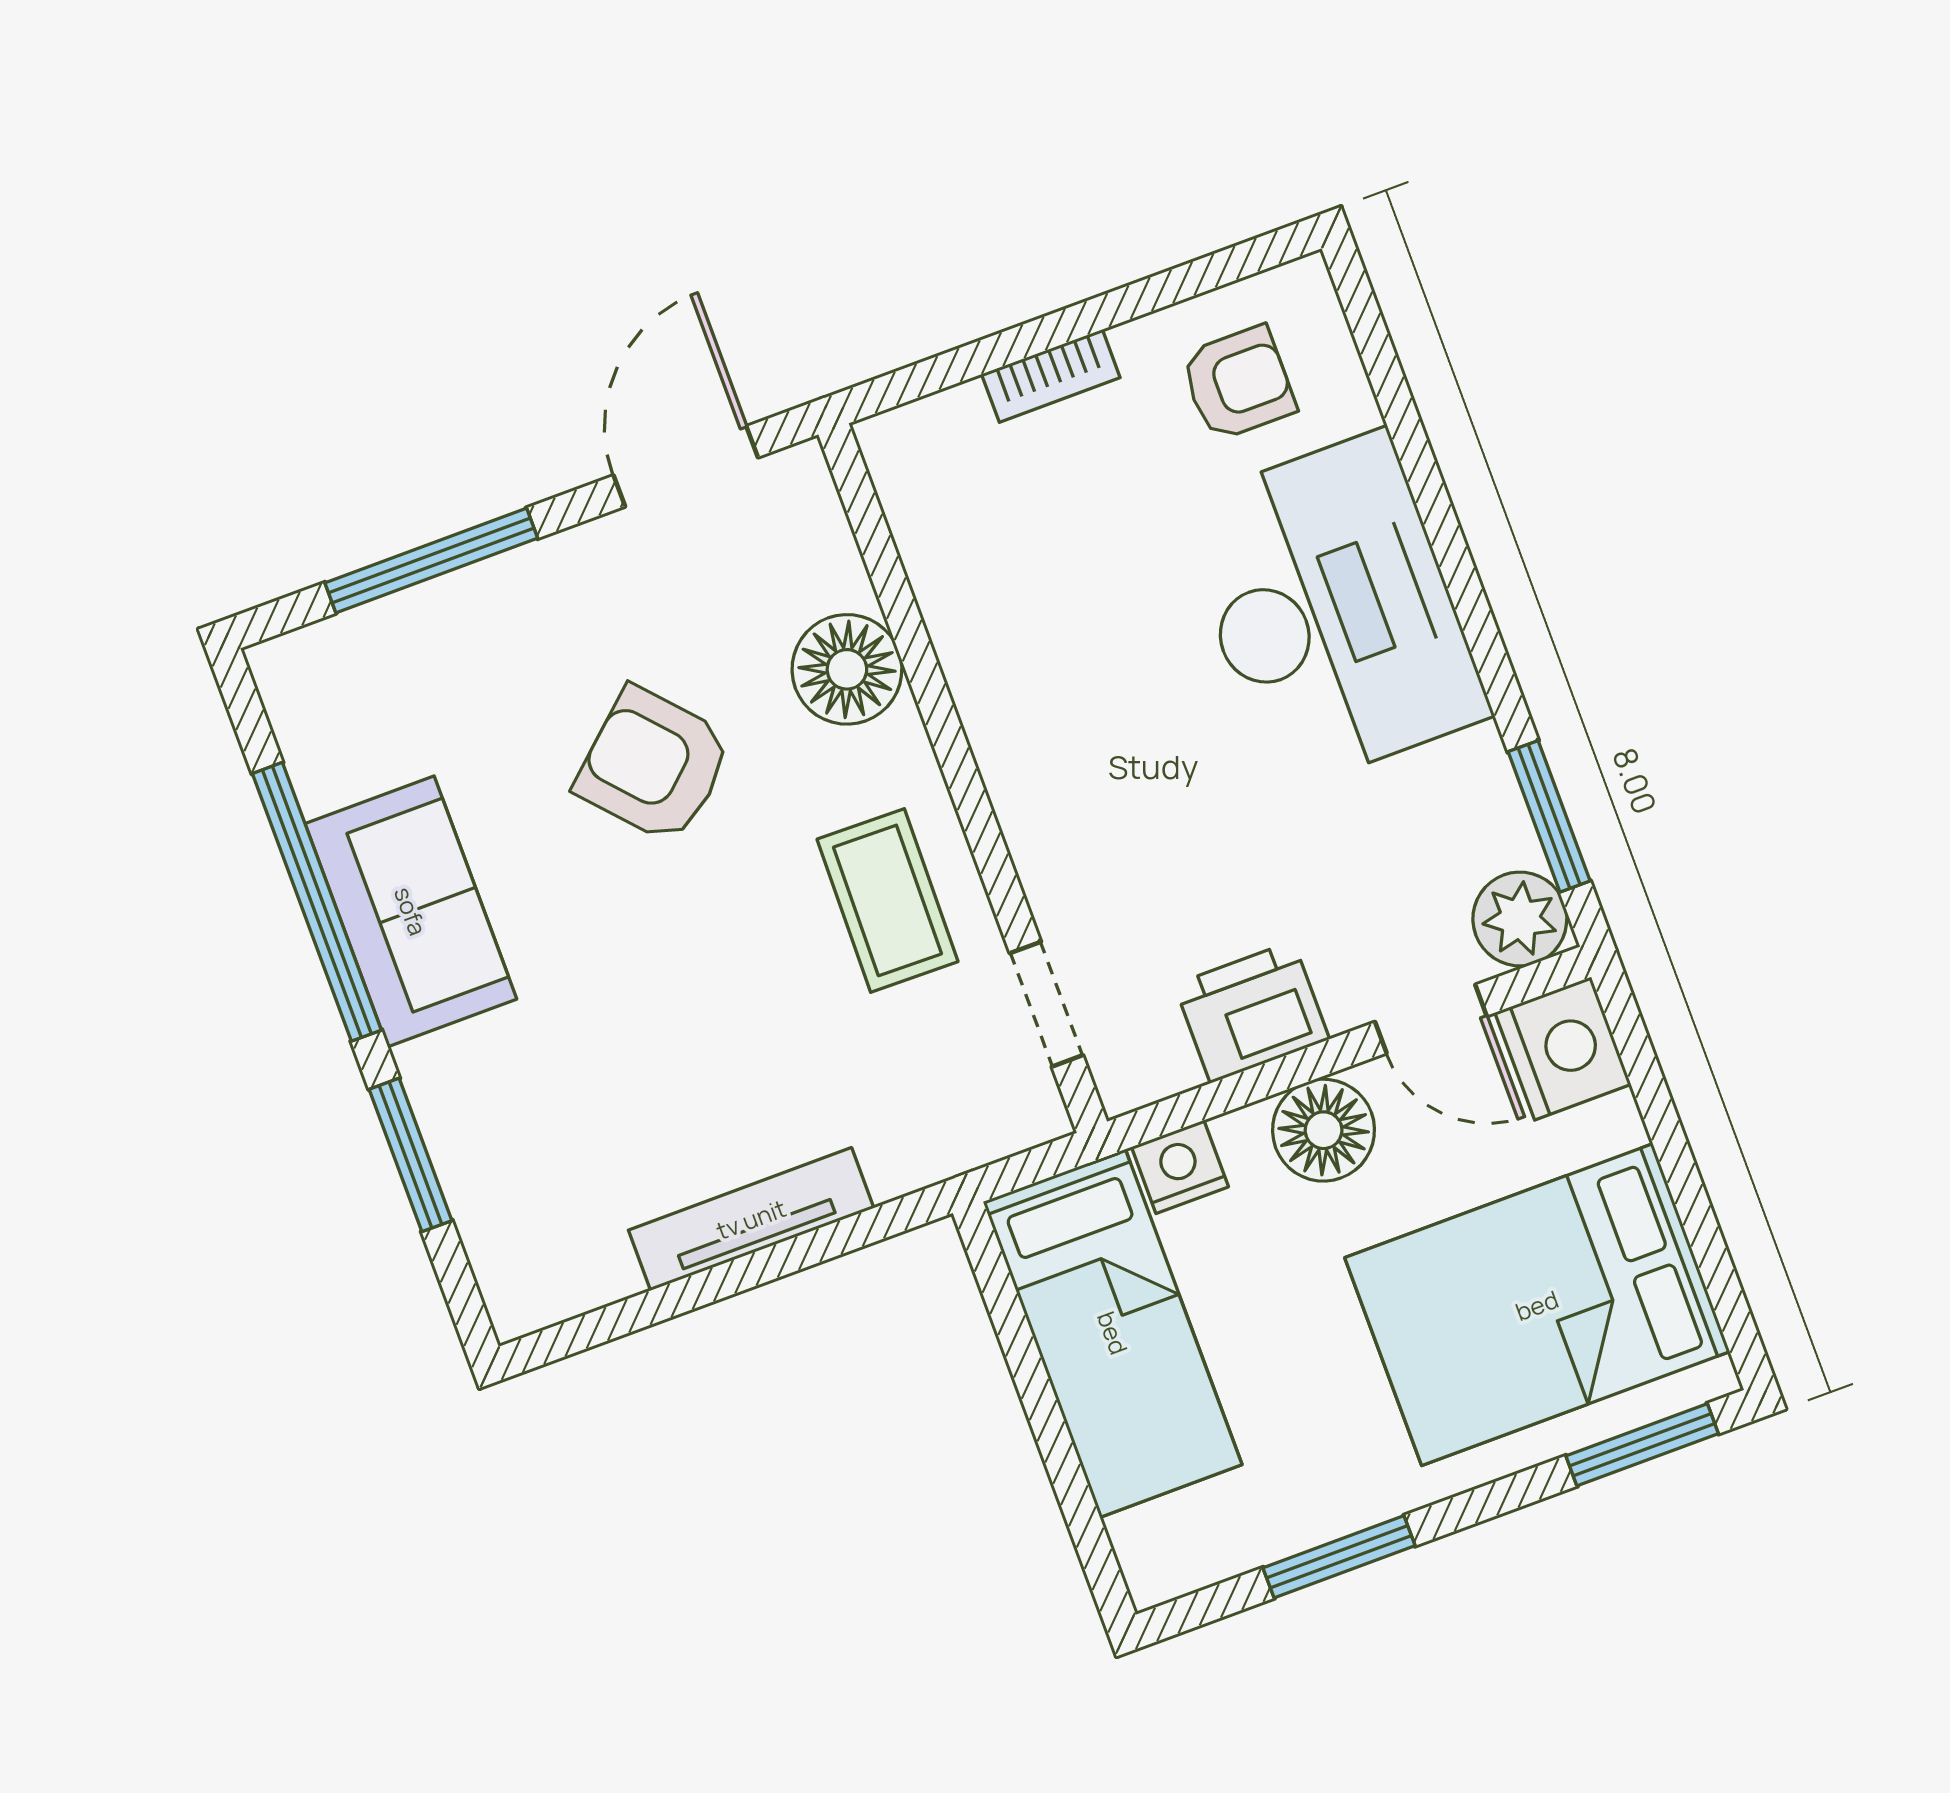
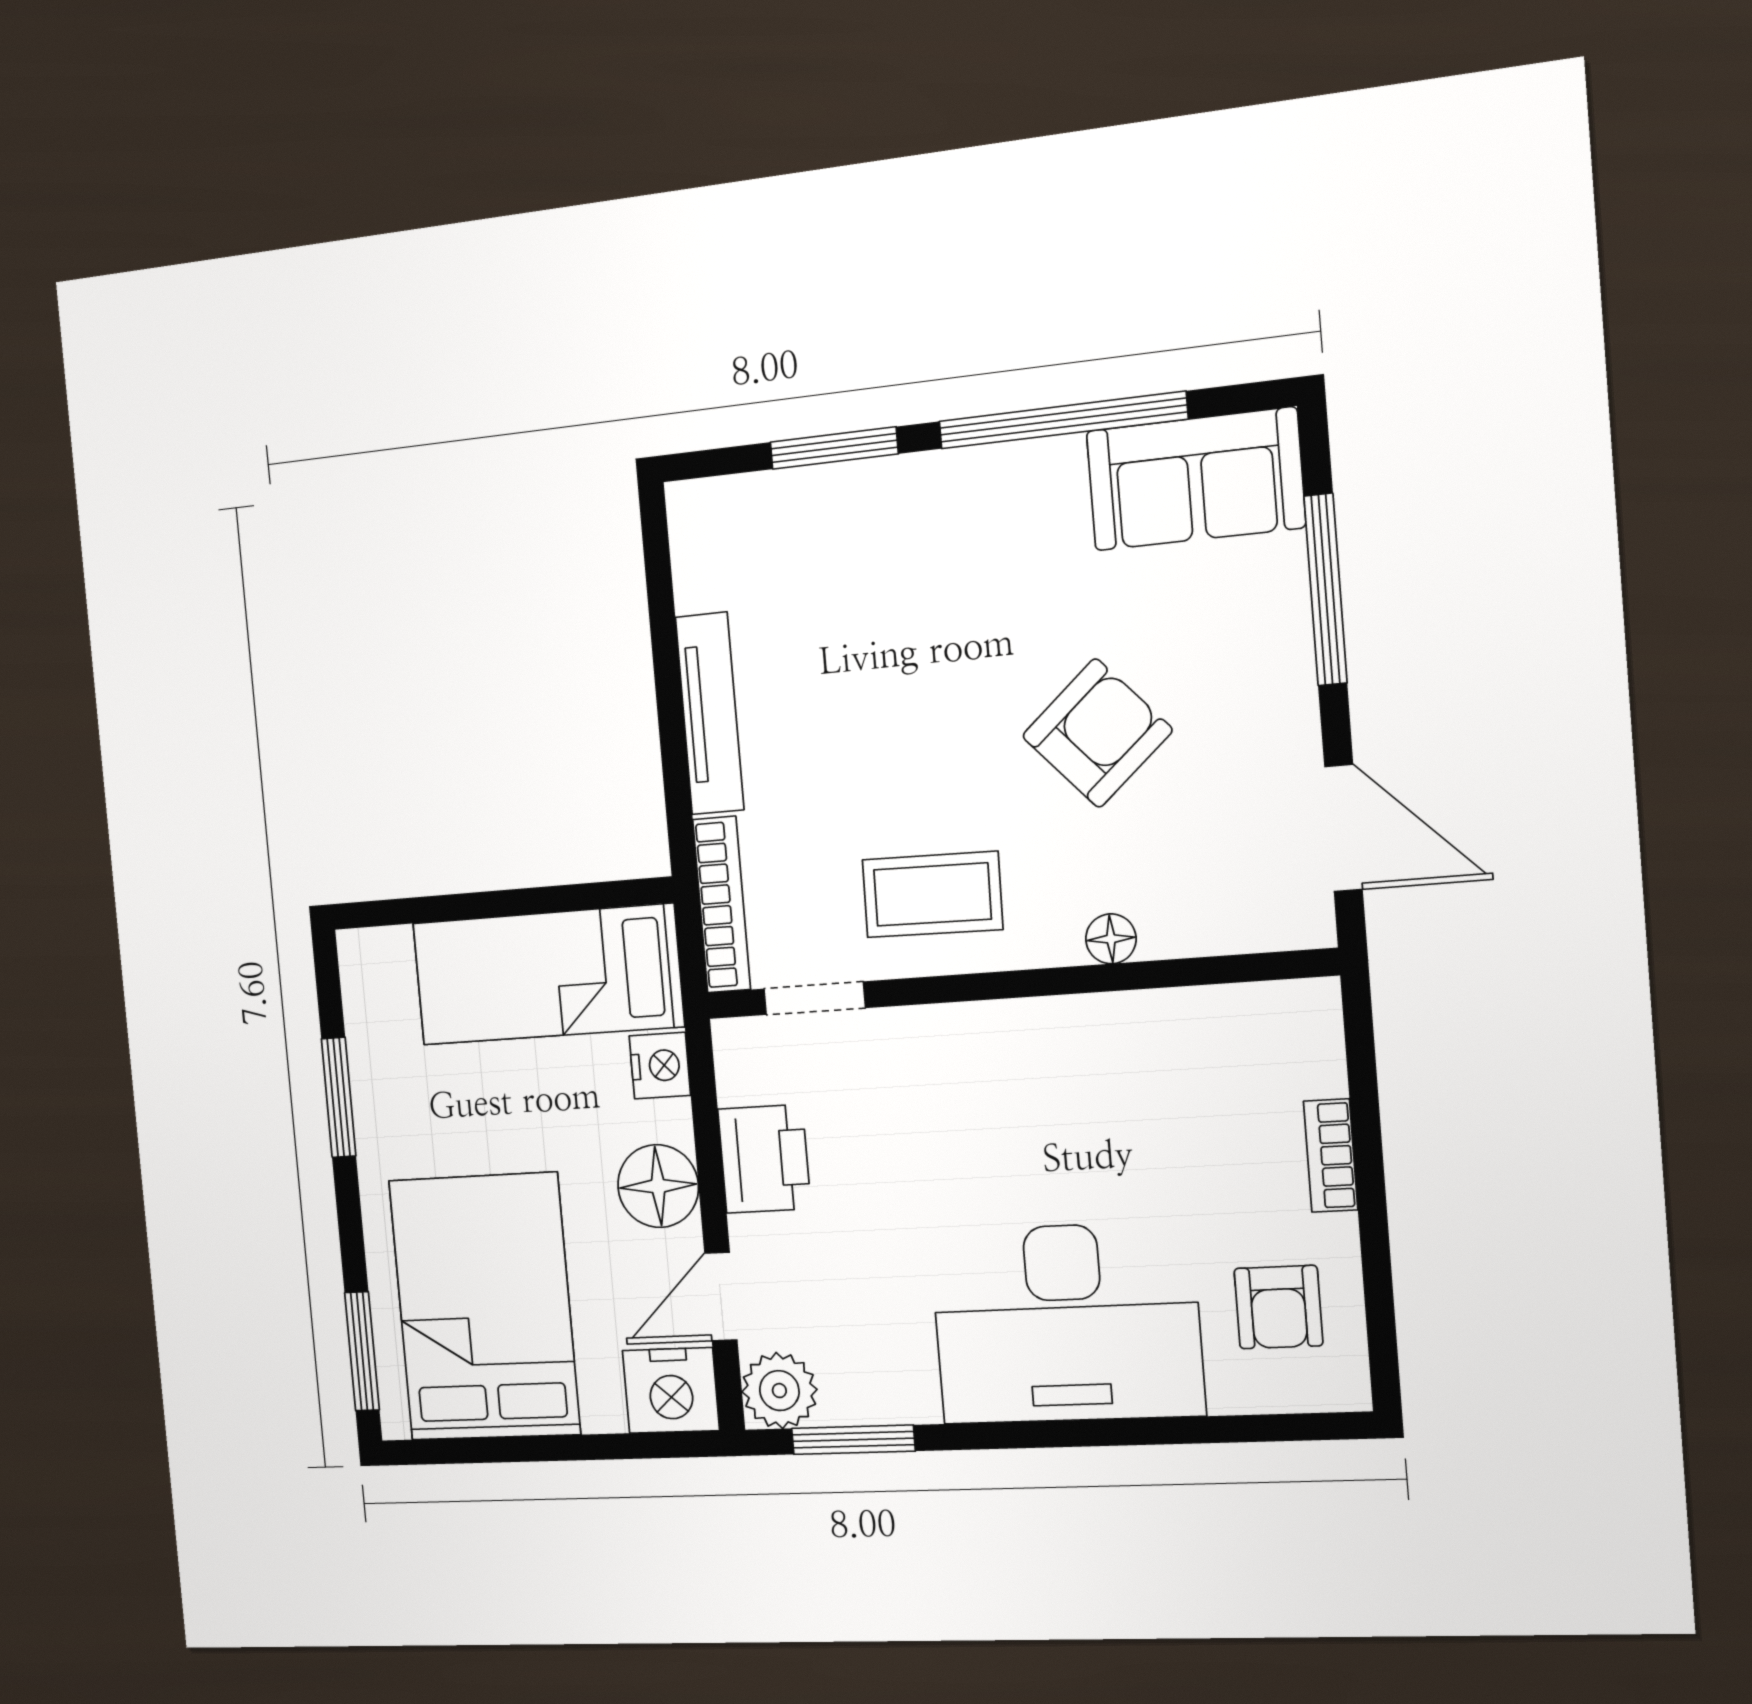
floor lamp: (847, 669) -> (1111, 939), width x0.53, depth x0.53
sofa: (411, 911) -> (1195, 479), moved
bookcase: (969, 1144) -> (722, 905), added

